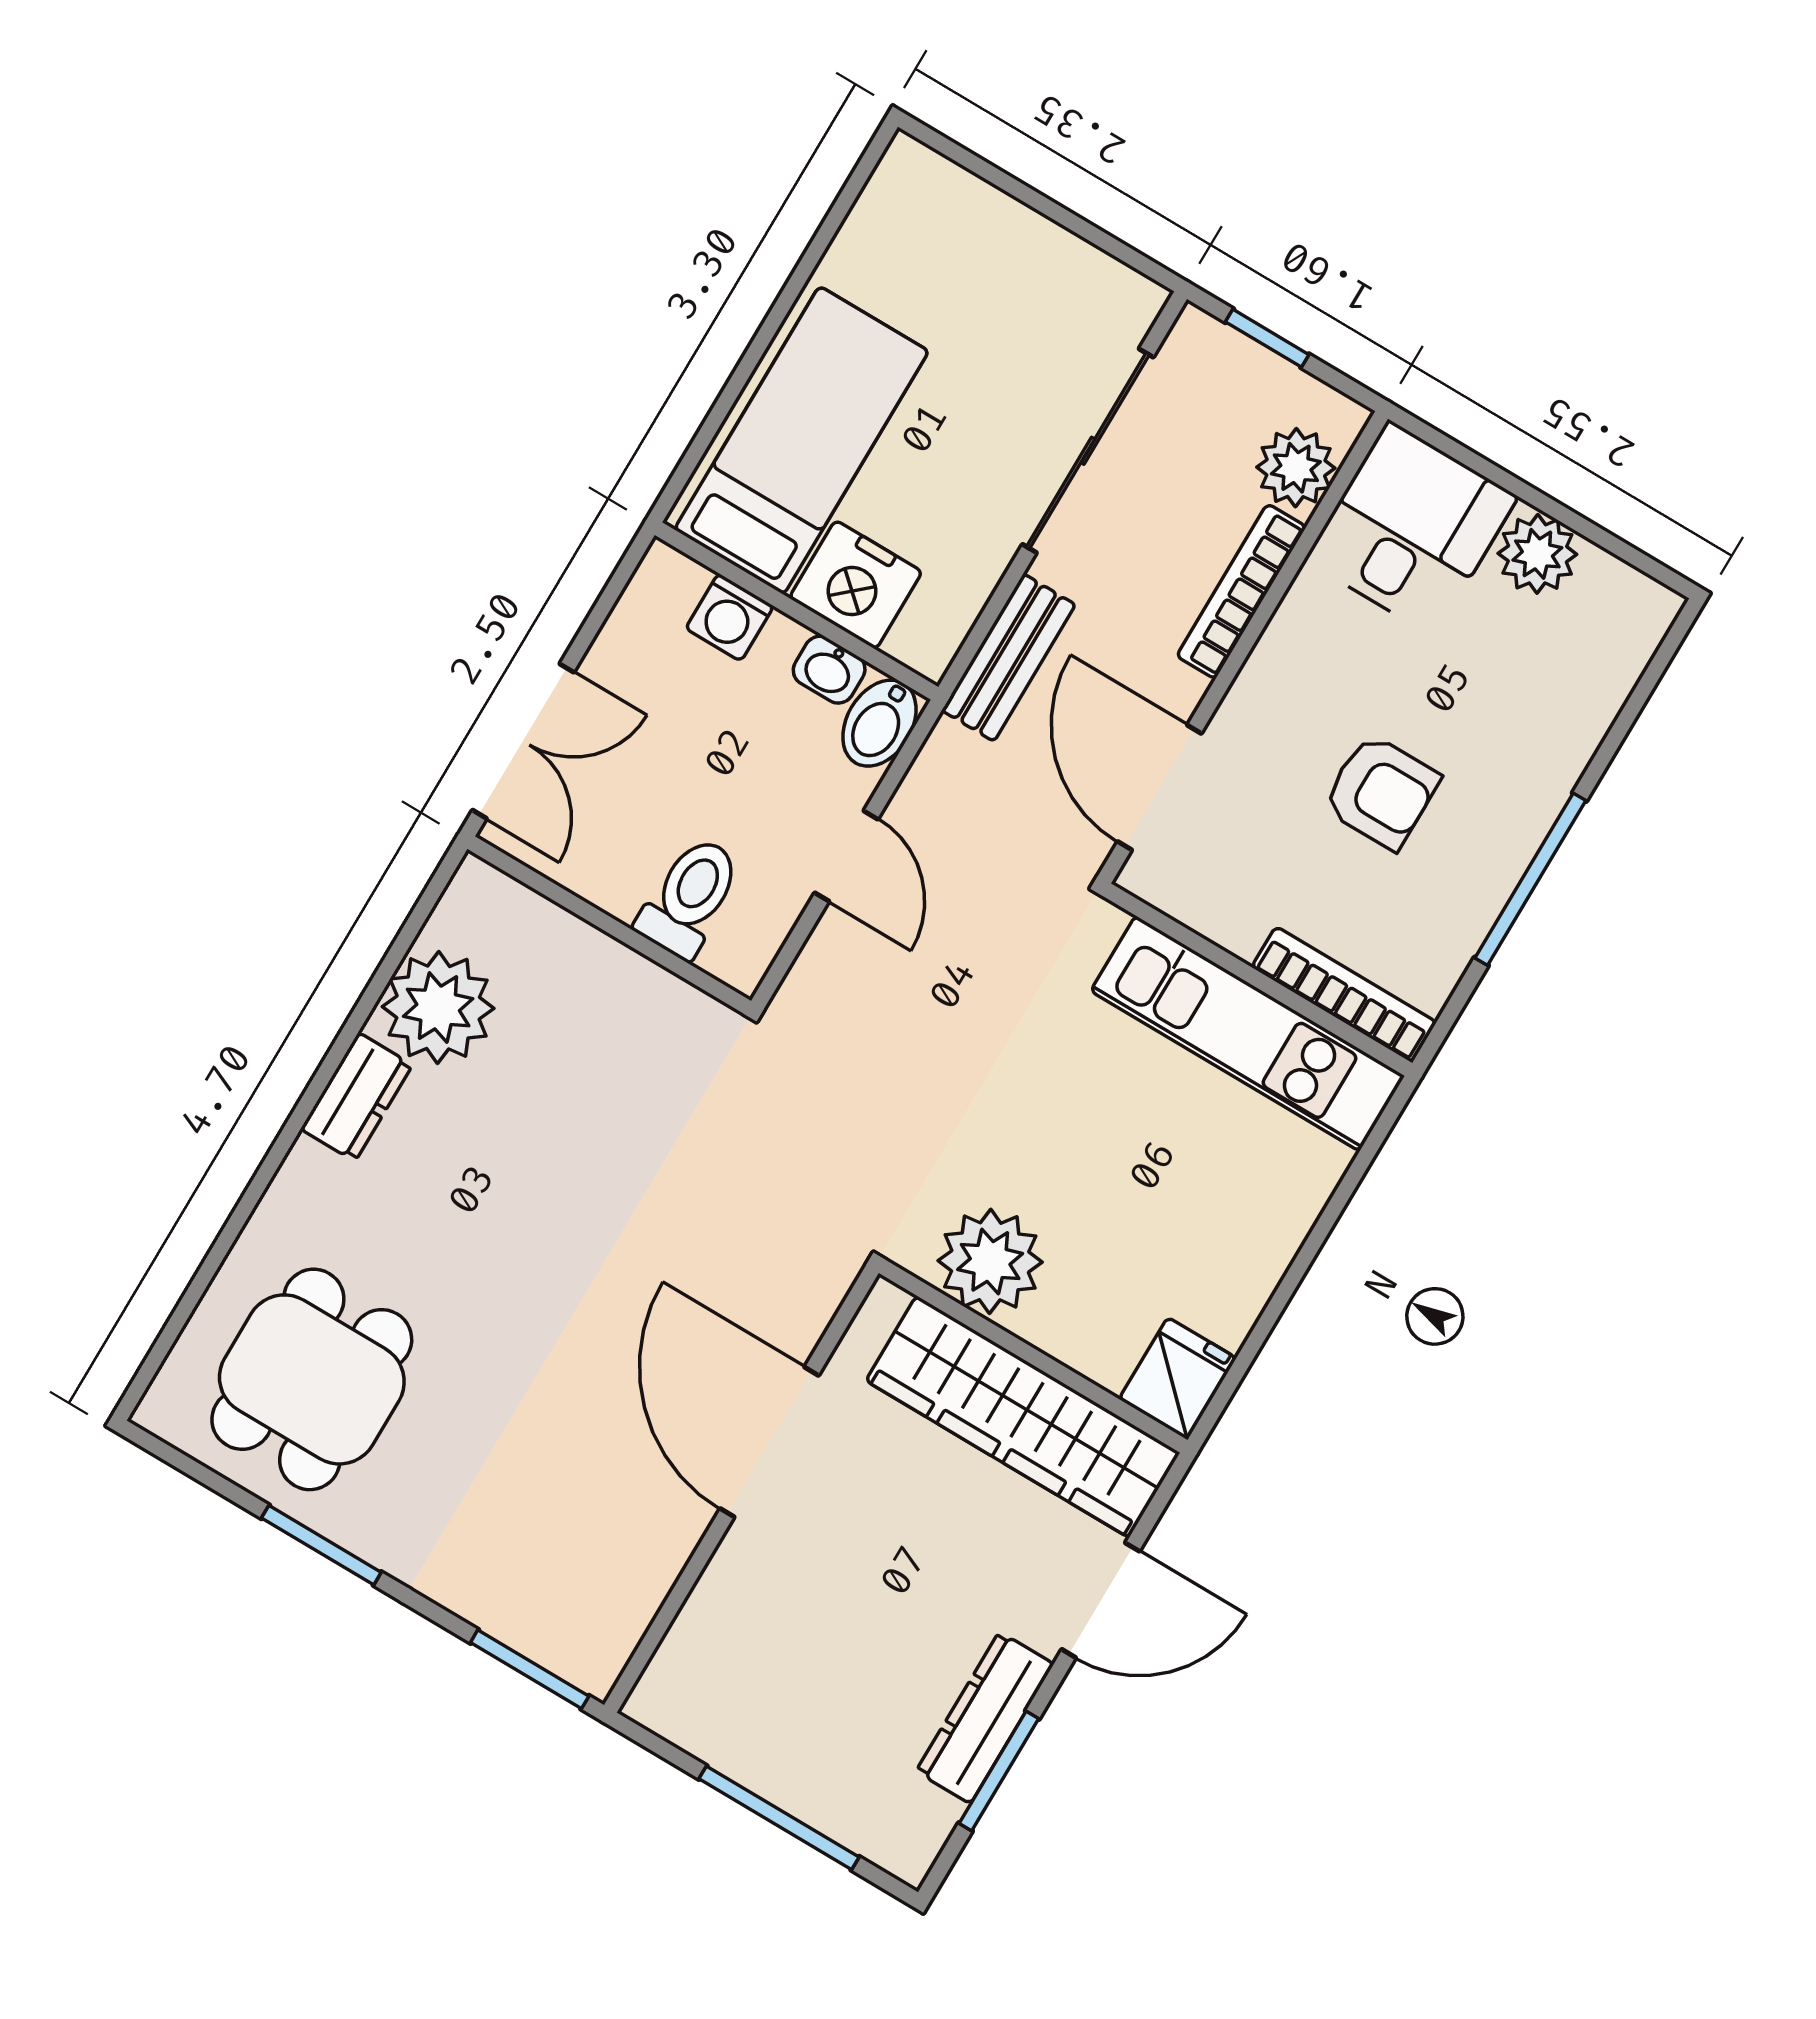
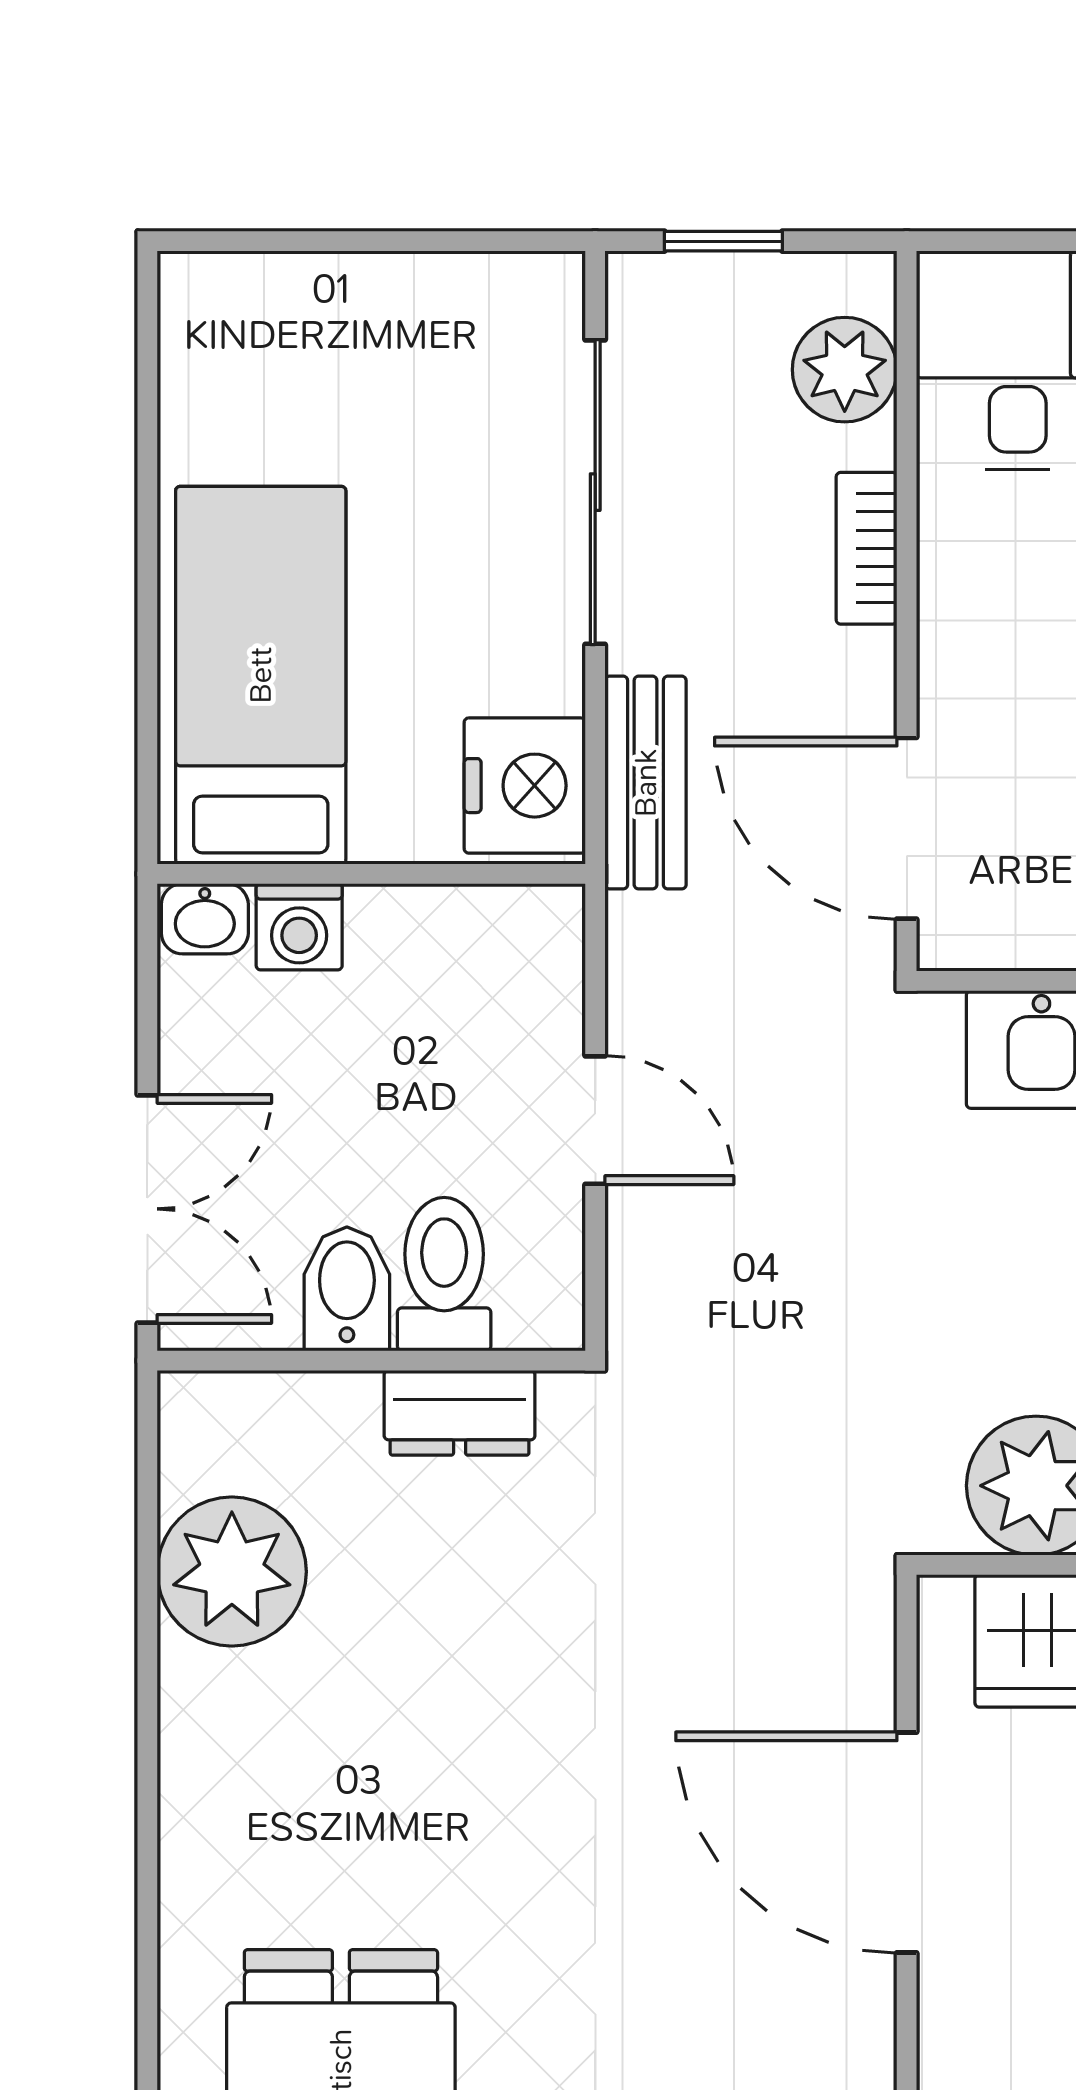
nightstand: (856, 585) -> (525, 786), moved, turned -90
bookcase: (1241, 591) -> (867, 548), width x0.64
washbasin: (829, 670) -> (205, 919), moved
bidet: (879, 723) -> (347, 1289), moved, turned 180
dresser: (357, 1097) -> (460, 1413), moved, turned 90

